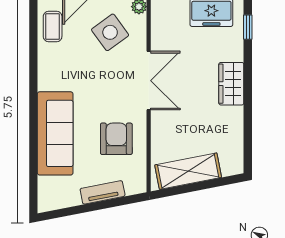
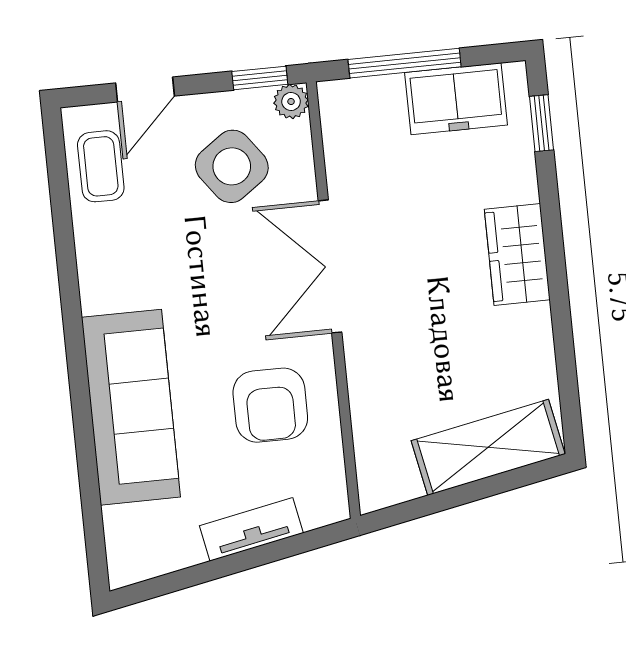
double door: (149, 81) -> (330, 266), swing flipped
armchair: (116, 139) -> (270, 405), turned 180
shelving: (188, 171) -> (488, 447), moved

